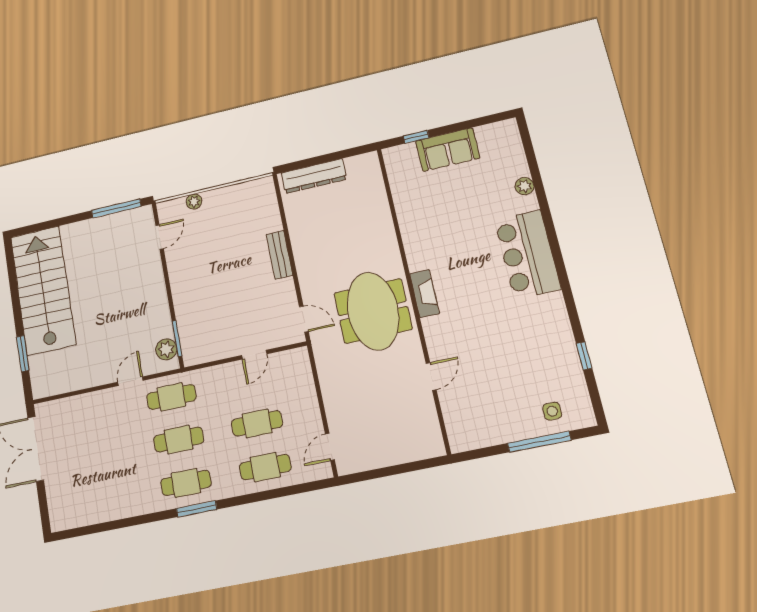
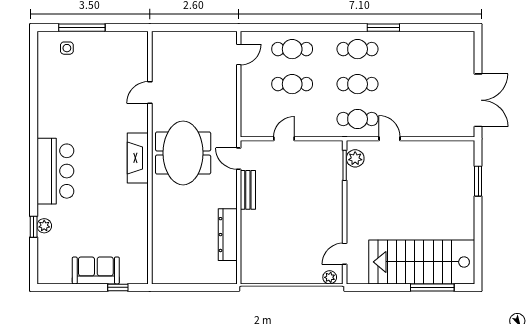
dresser: (314, 176) -> (228, 235), moved, turned -90
plant: (194, 202) -> (330, 277), moved
window: (116, 208) -> (432, 287), moved
bench: (280, 255) -> (248, 190), moved
stairs: (43, 290) -> (422, 262), moved, turned 90
fireplace: (424, 294) -> (138, 158), width x1.37, depth x1.32
window: (584, 356) -> (34, 227), moved
door: (130, 381) -> (389, 139), swing flipped
window: (197, 509) -> (383, 28), moved

